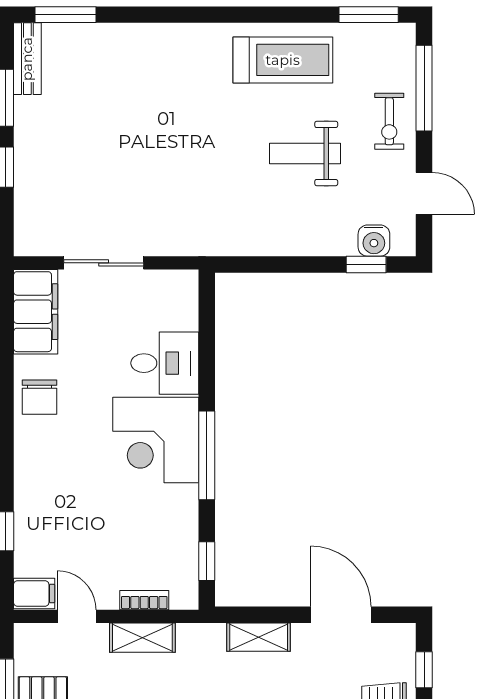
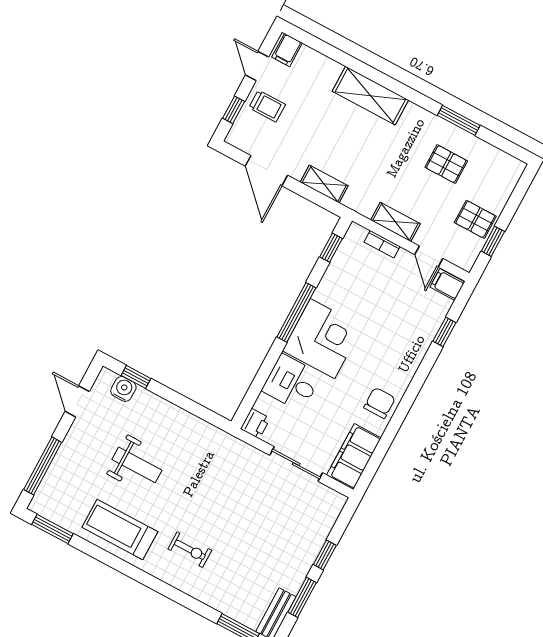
exercise bike: (389, 121) -> (190, 550), moved, turned 90
printer: (183, 286) -> (255, 424), added

